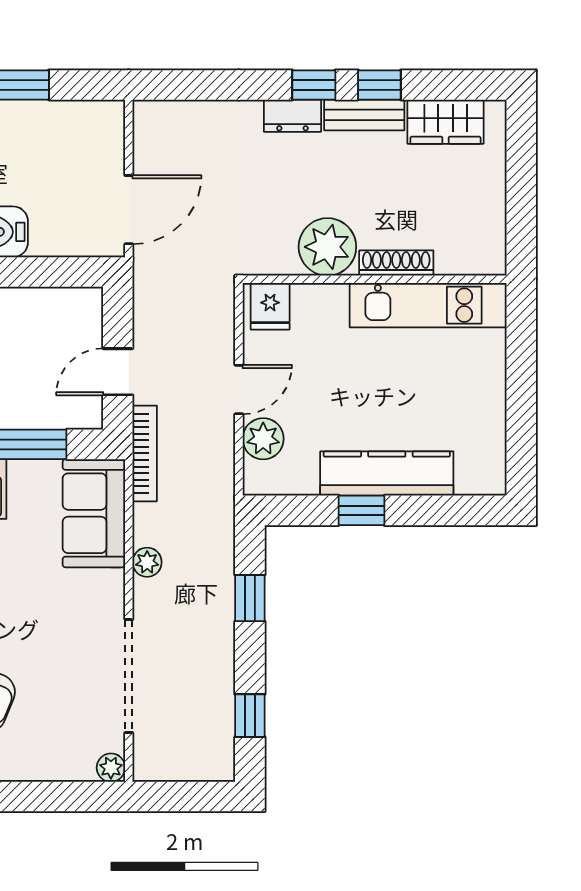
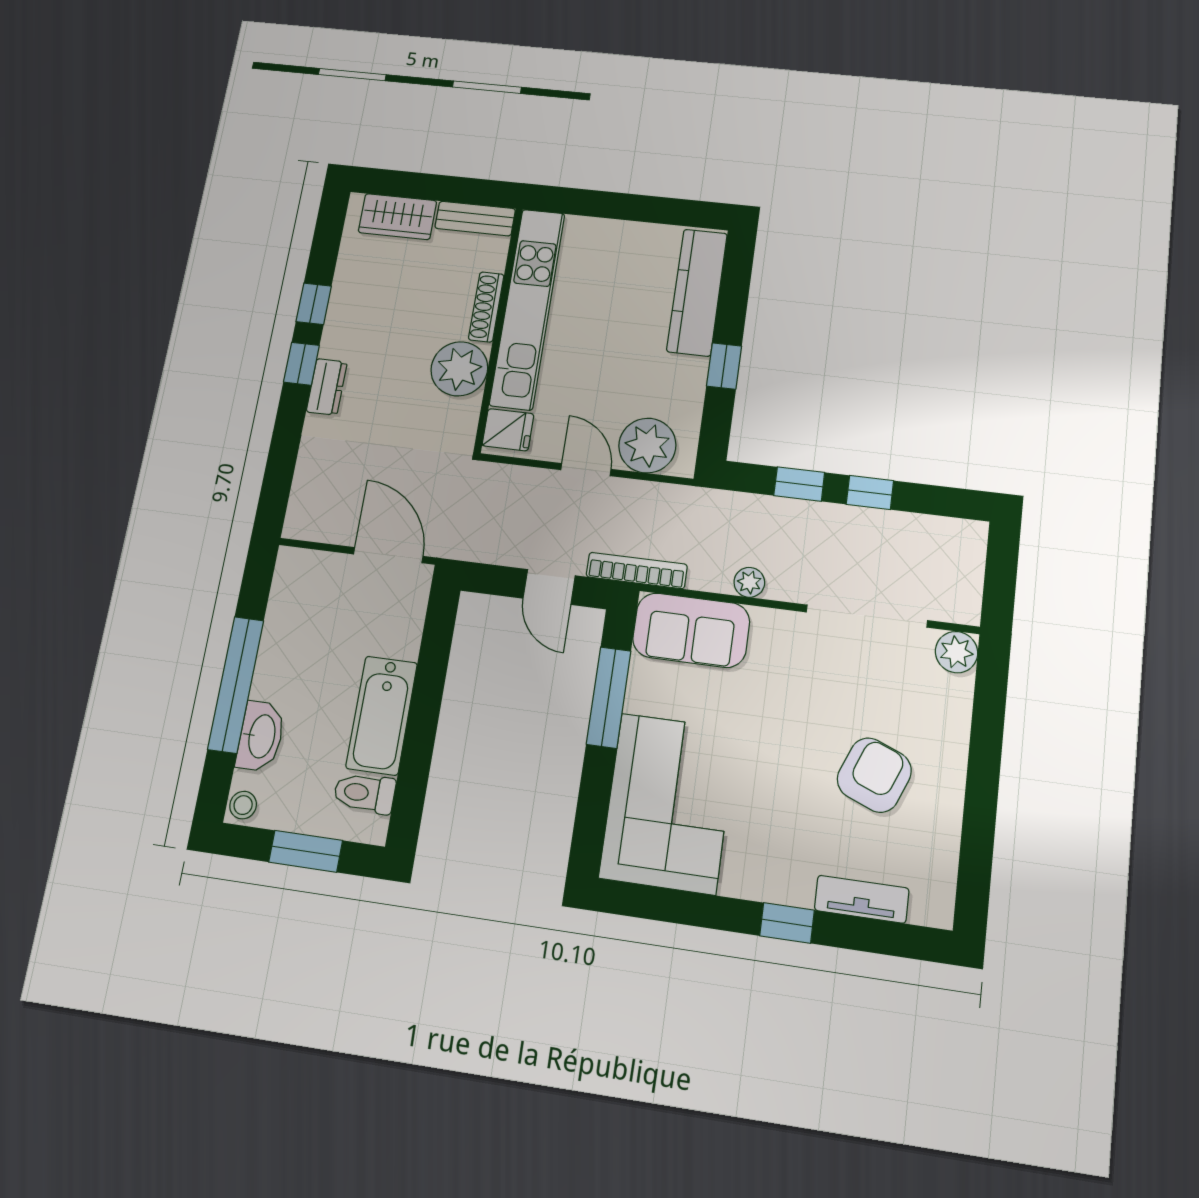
bench: (364, 115) -> (475, 219), moved, turned 90
wardrobe: (446, 122) -> (397, 217), moved, turned 90
kitchen unit: (428, 305) -> (527, 308), width x1.36
plant: (263, 439) -> (647, 446), width x1.36, depth x1.36
kitchen counter: (387, 474) -> (697, 292), moved
window: (250, 716) -> (870, 492), moved
plant: (111, 768) -> (956, 652), width x1.38, depth x1.38

